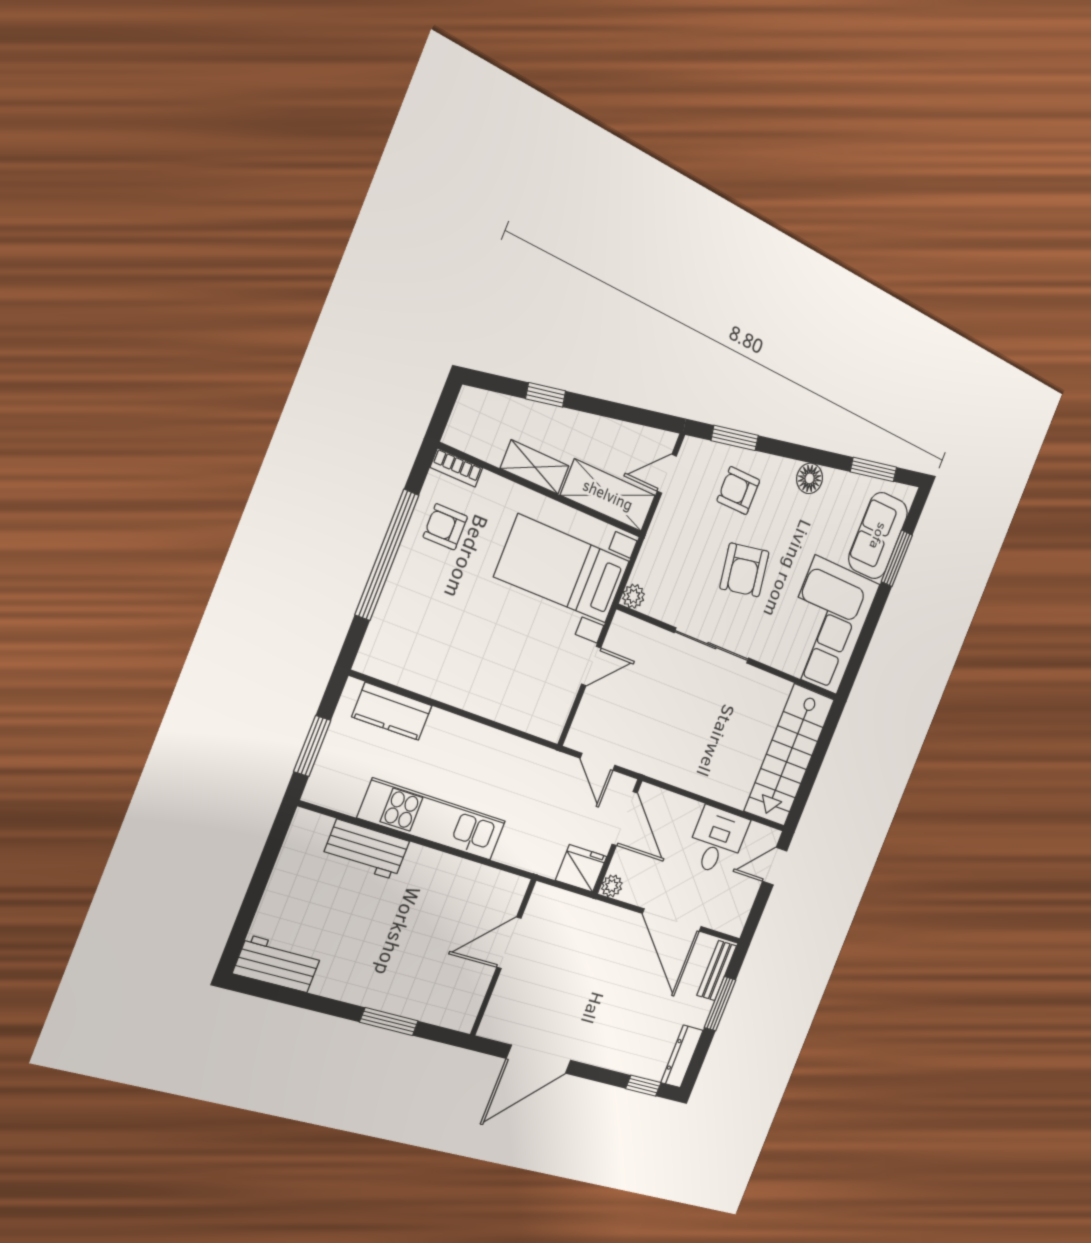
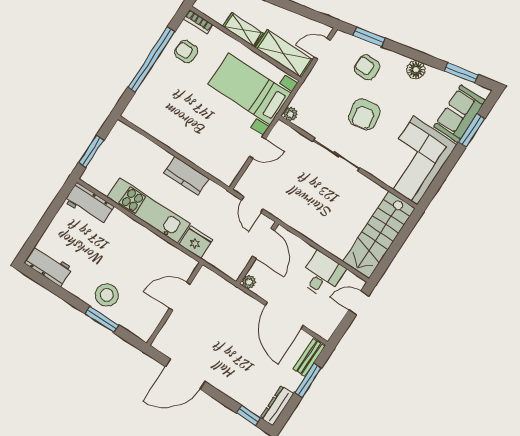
kitchen counter: (392, 711) -> (186, 176), moved
workbench: (366, 850) -> (89, 204), moved
fridge: (581, 868) -> (196, 242), moved
stool: (389, 980) -> (107, 295), added

